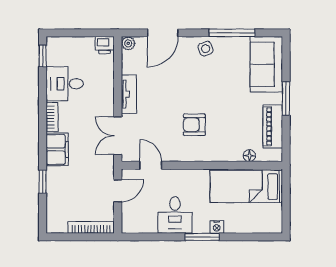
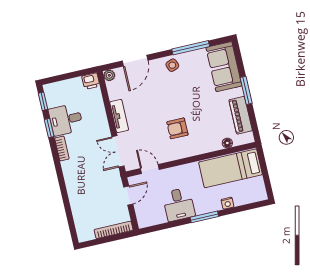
filing cabinet: (57, 149) -> (72, 174), removed
window: (43, 182) -> (49, 128), moved
nightstand: (217, 227) -> (227, 203), moved

